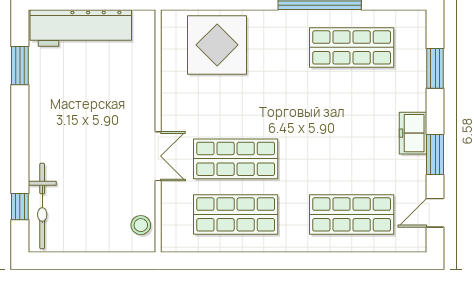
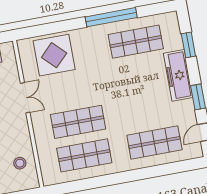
freezer: (413, 133) -> (178, 75), width x1.91, depth x1.26
double door: (158, 156) -> (25, 98), moved
stool: (141, 225) -> (20, 163), moved

